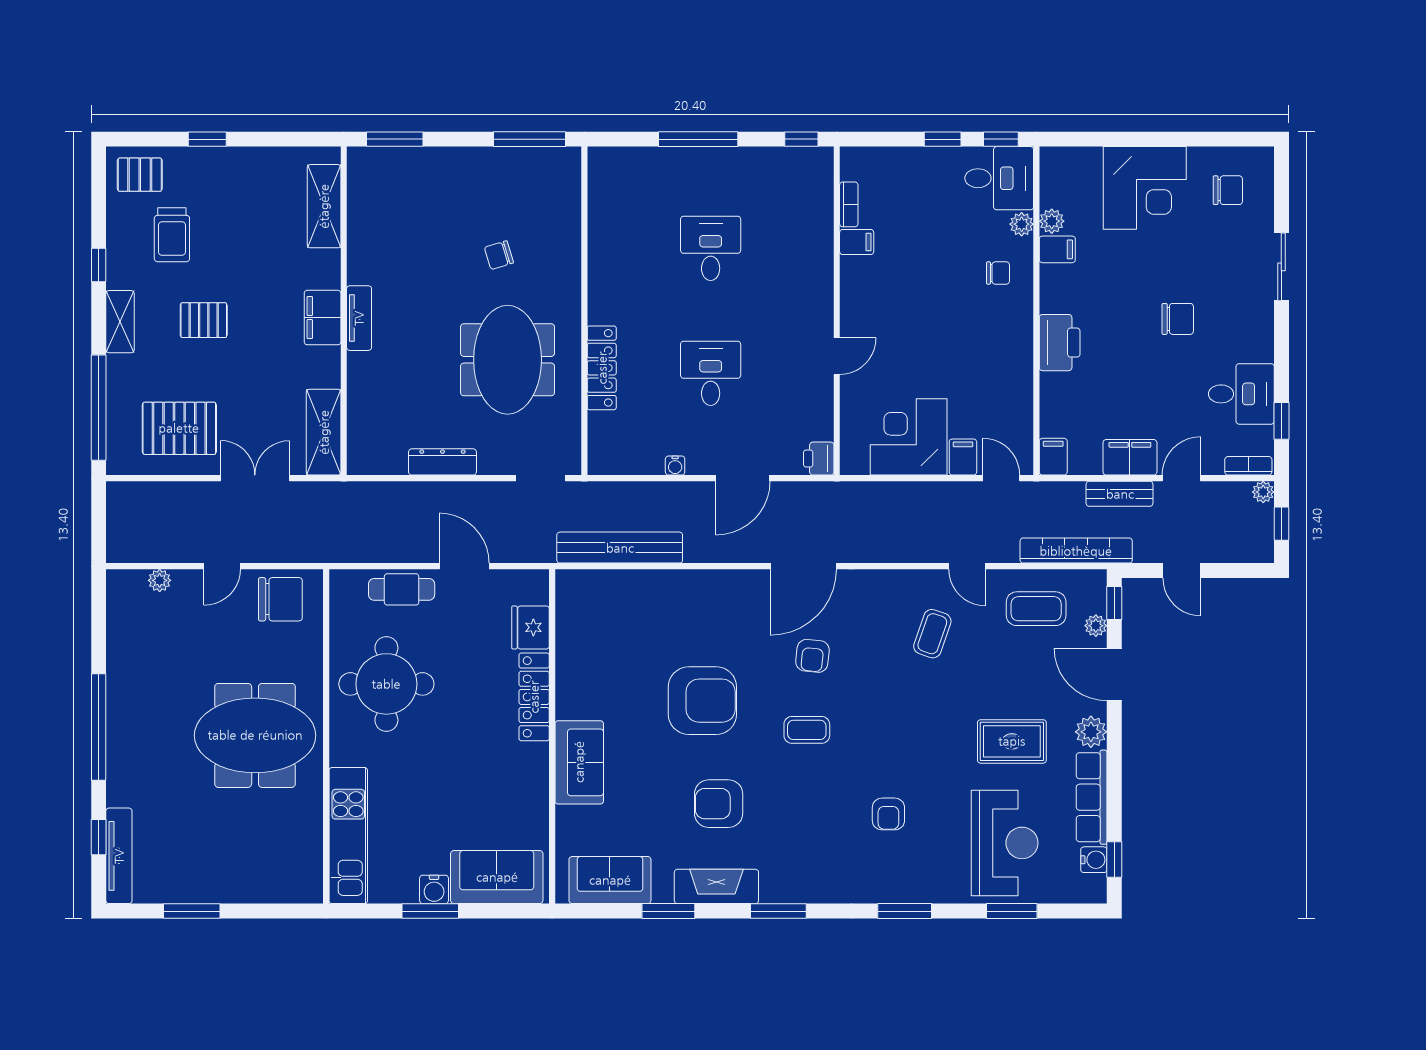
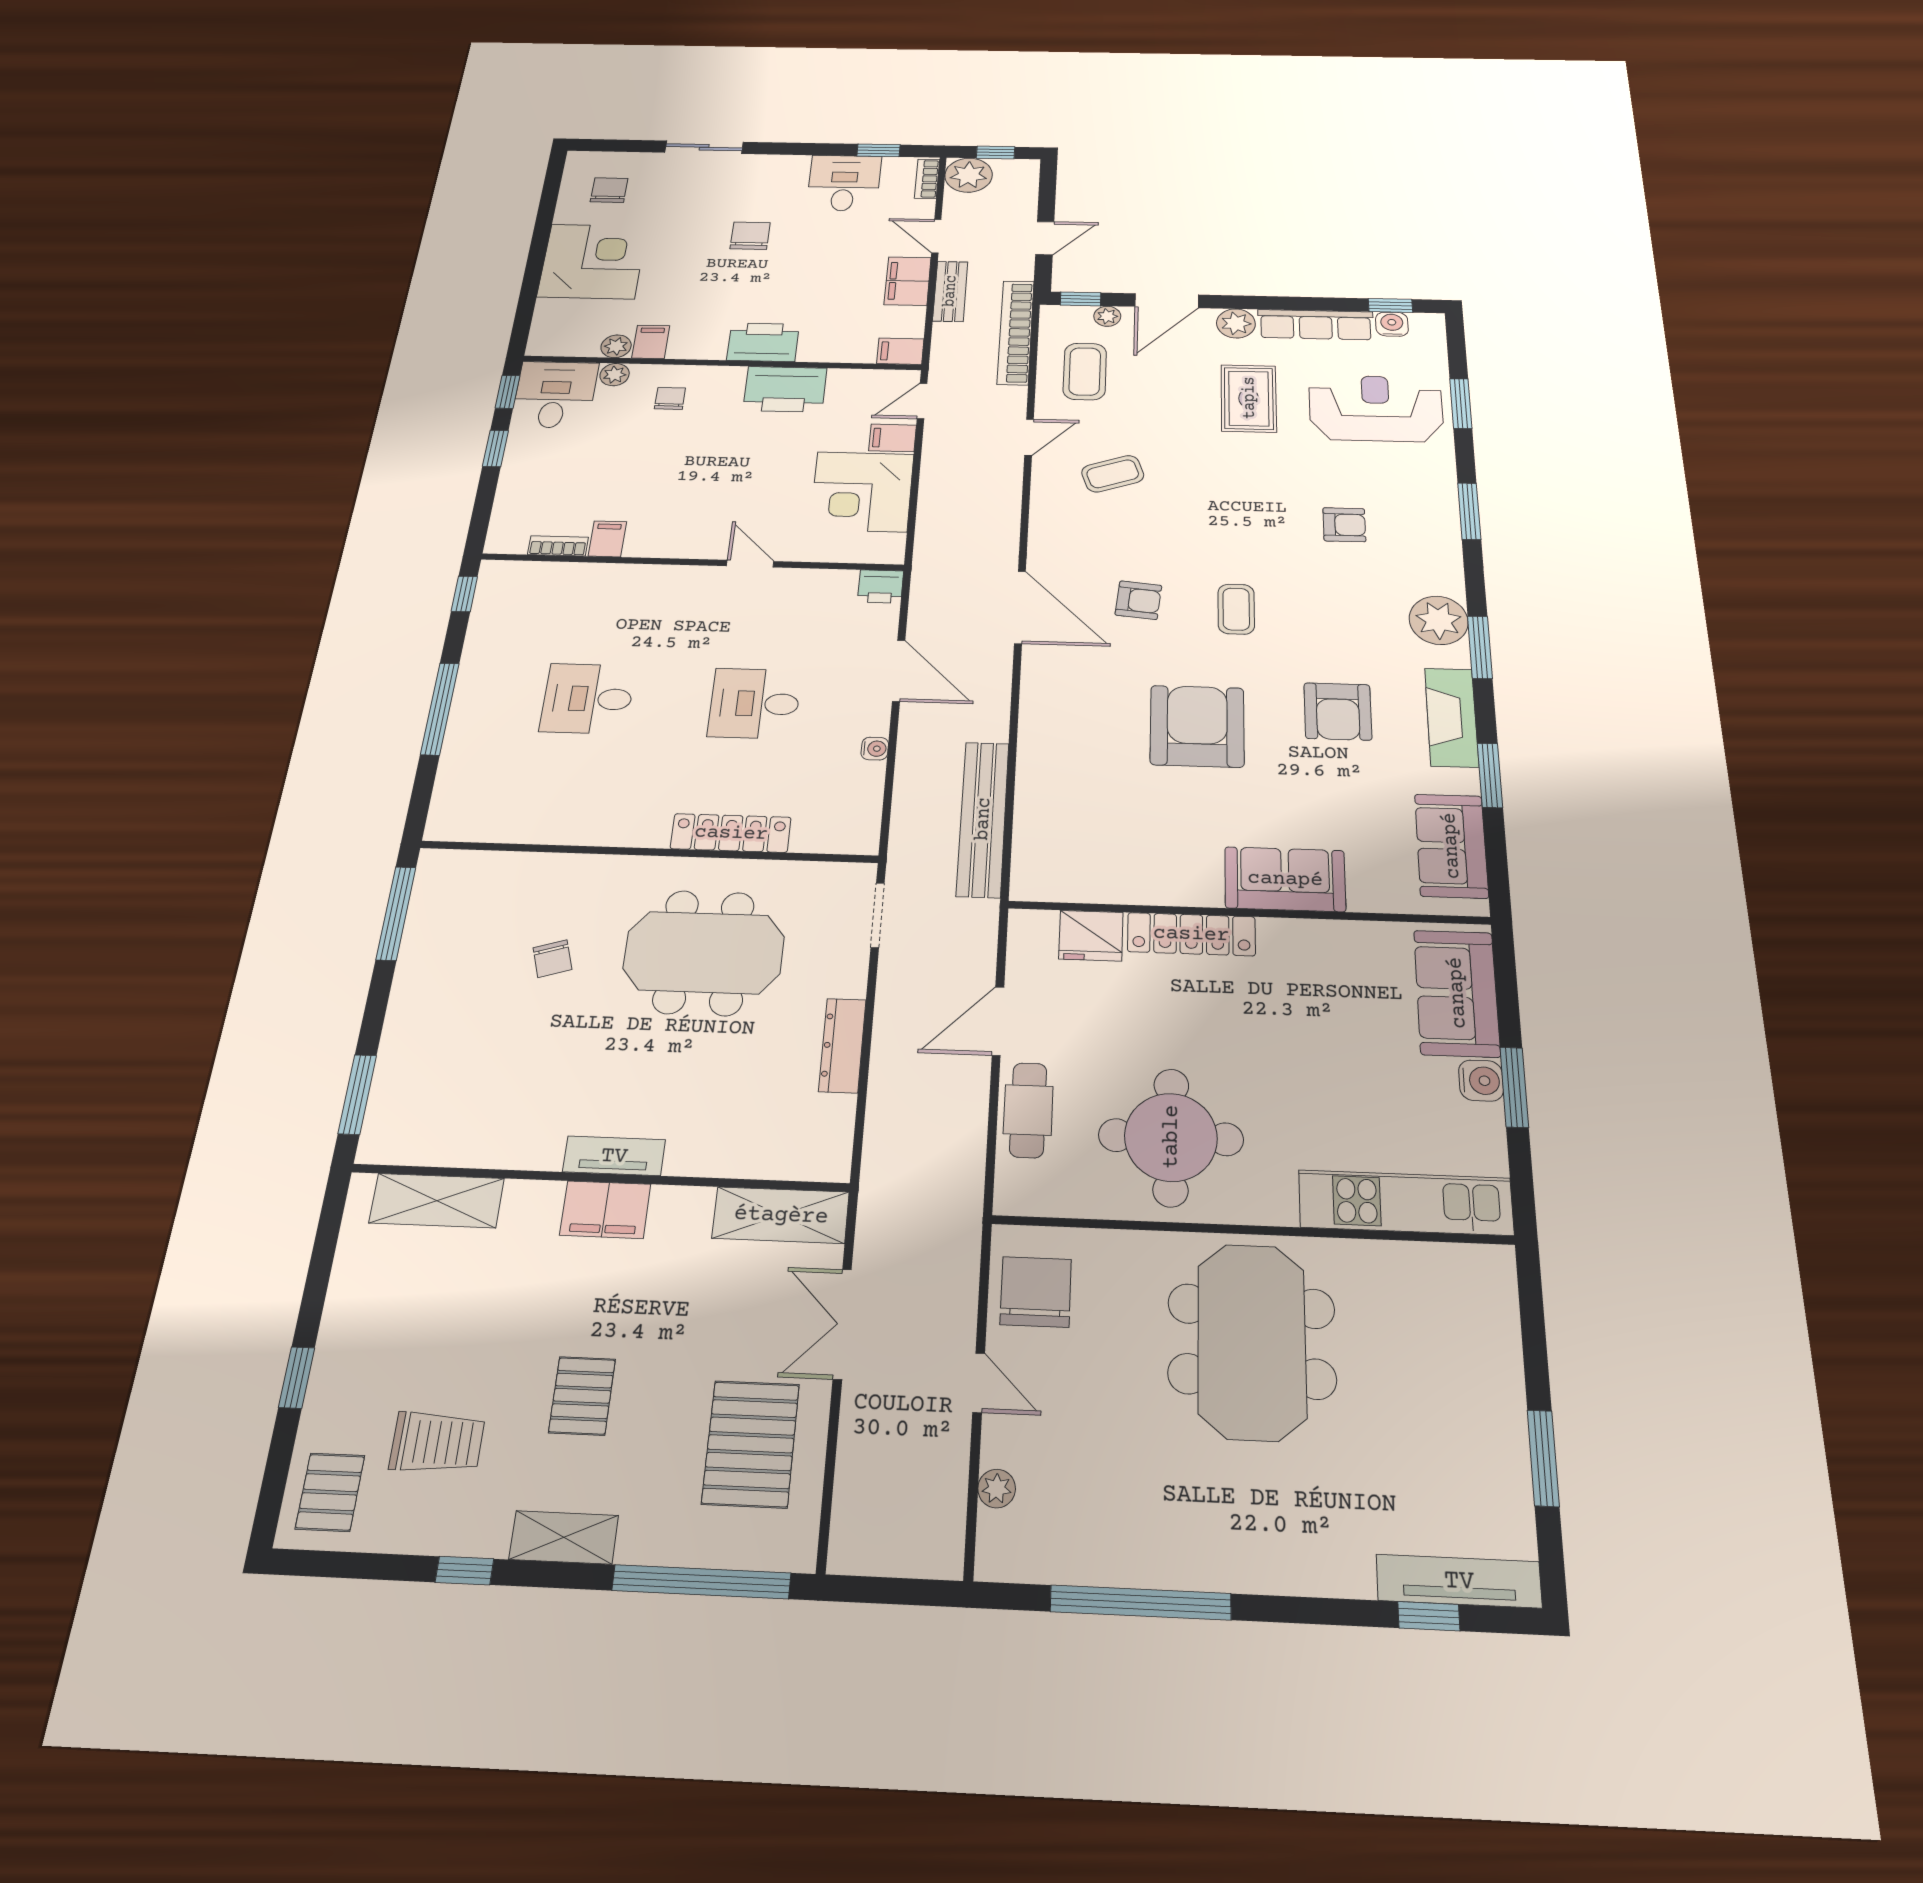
printer: (1010, 366) -> (785, 389), added
plant: (1263, 492) -> (969, 175), width x1.88, depth x1.88
coffee table: (932, 634) -> (1113, 474), turned -38
window: (99, 727) -> (1141, 1603), moved
plant: (802, 882) -> (1439, 620), added

